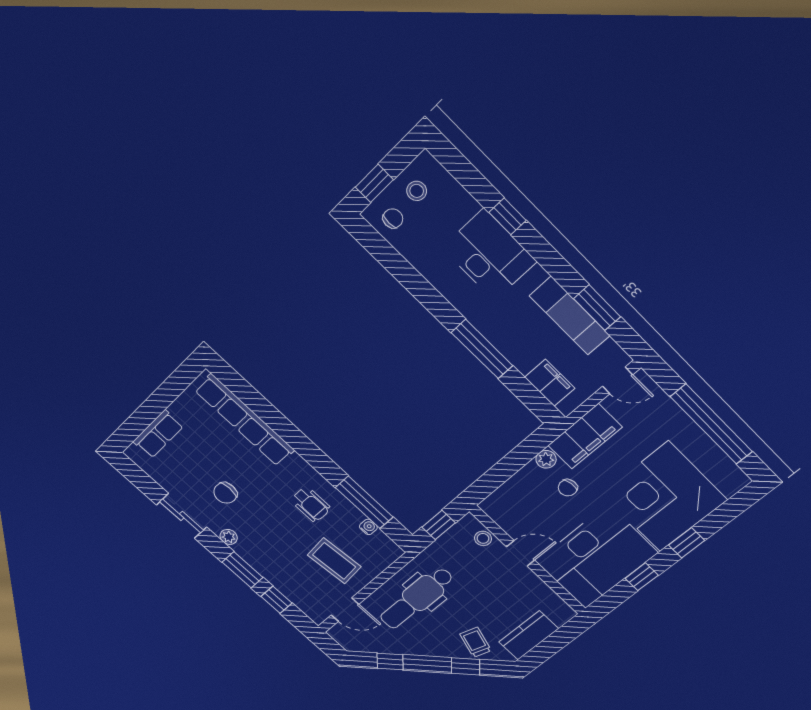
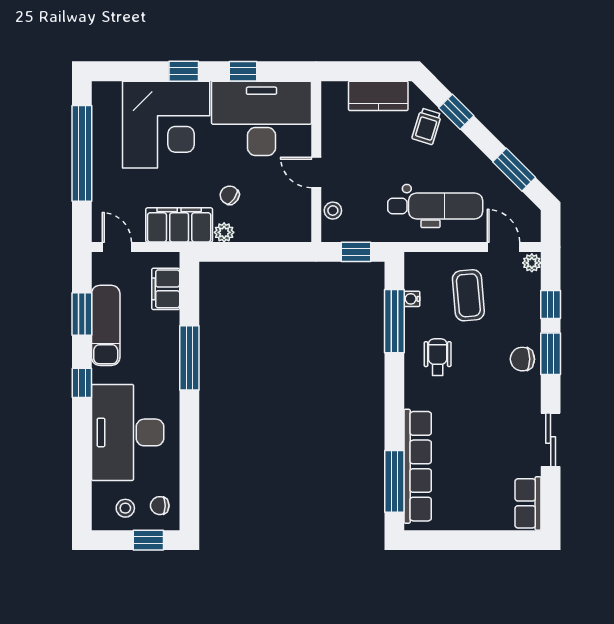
window: (507, 216) -> (82, 383), moved
desk: (489, 255) -> (128, 432), width x1.36, depth x1.30
window: (249, 396) -> (394, 481), added
row of seats: (158, 434) -> (528, 503), moved, turned -90
chair: (568, 488) -> (230, 195), turned -136
chair: (225, 493) -> (522, 359), moved, turned 180
plant: (229, 537) -> (532, 263), moved
window: (390, 662) -> (514, 170), width x1.50

